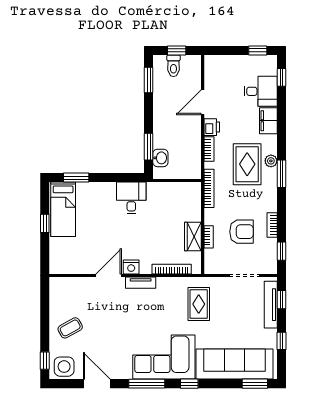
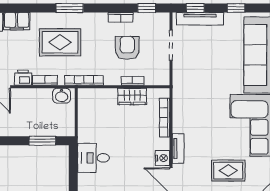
washbasin: (160, 158) -> (62, 96), moved, turned 180
plant: (271, 161) -> (57, 19), removed
rug: (199, 304) -> (228, 171), moved

